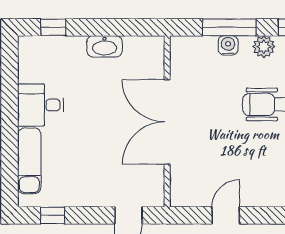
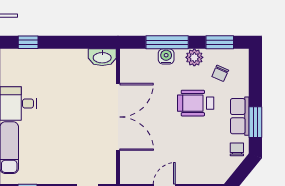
washbasin: (104, 46) -> (102, 57), moved
double door: (167, 122) -> (118, 117), swing flipped

